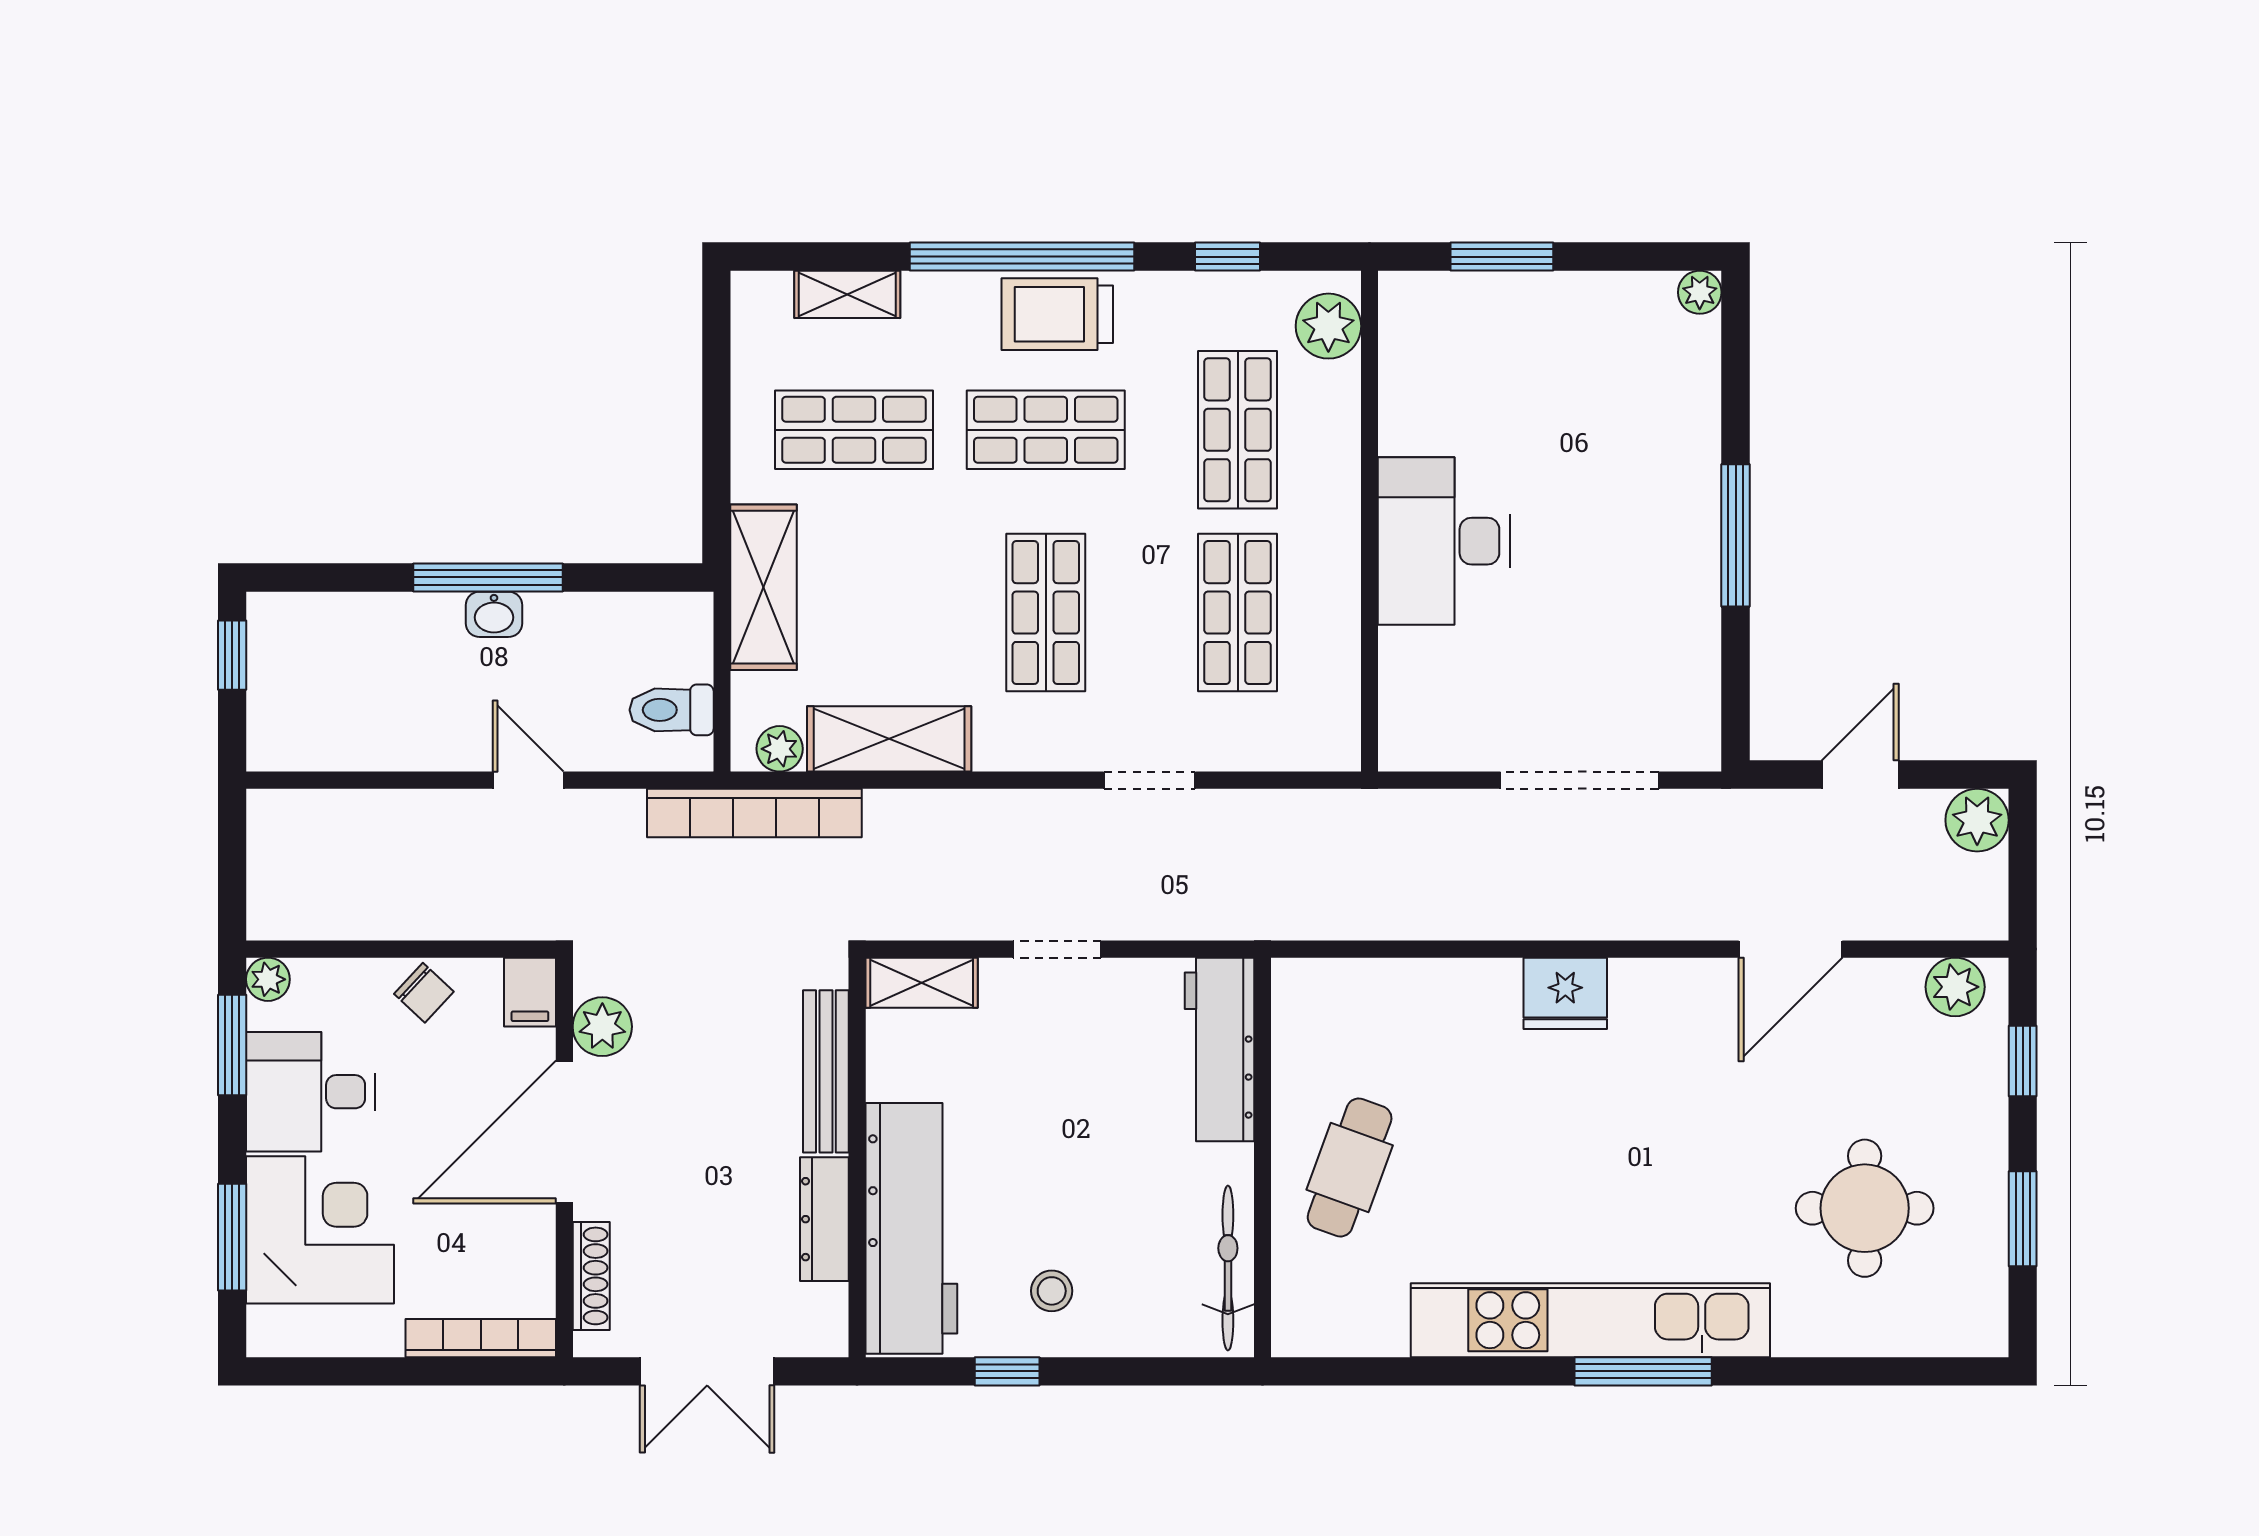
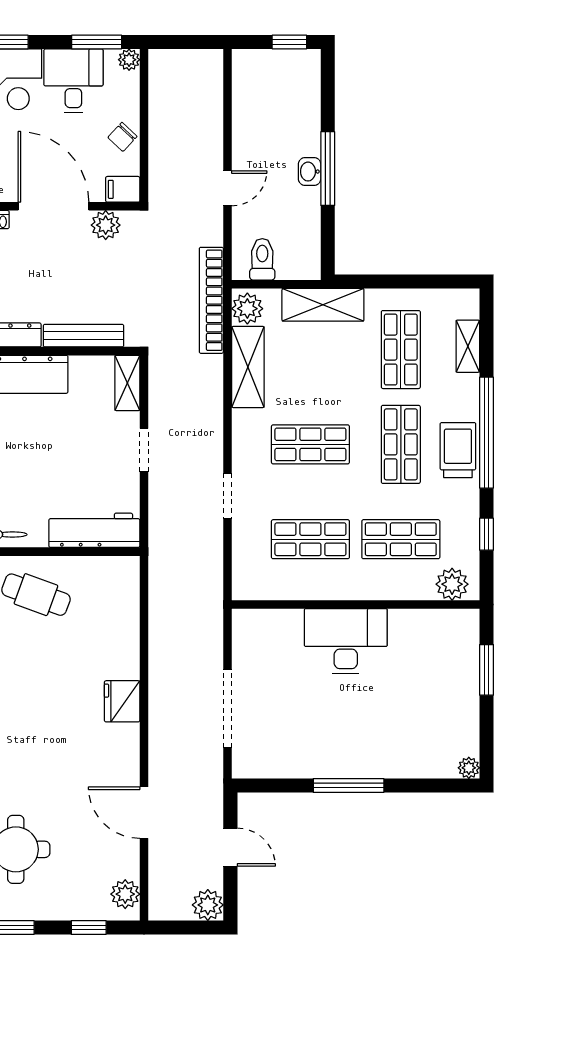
plant: (780, 749) -> (247, 309), width x1.38, depth x1.38

